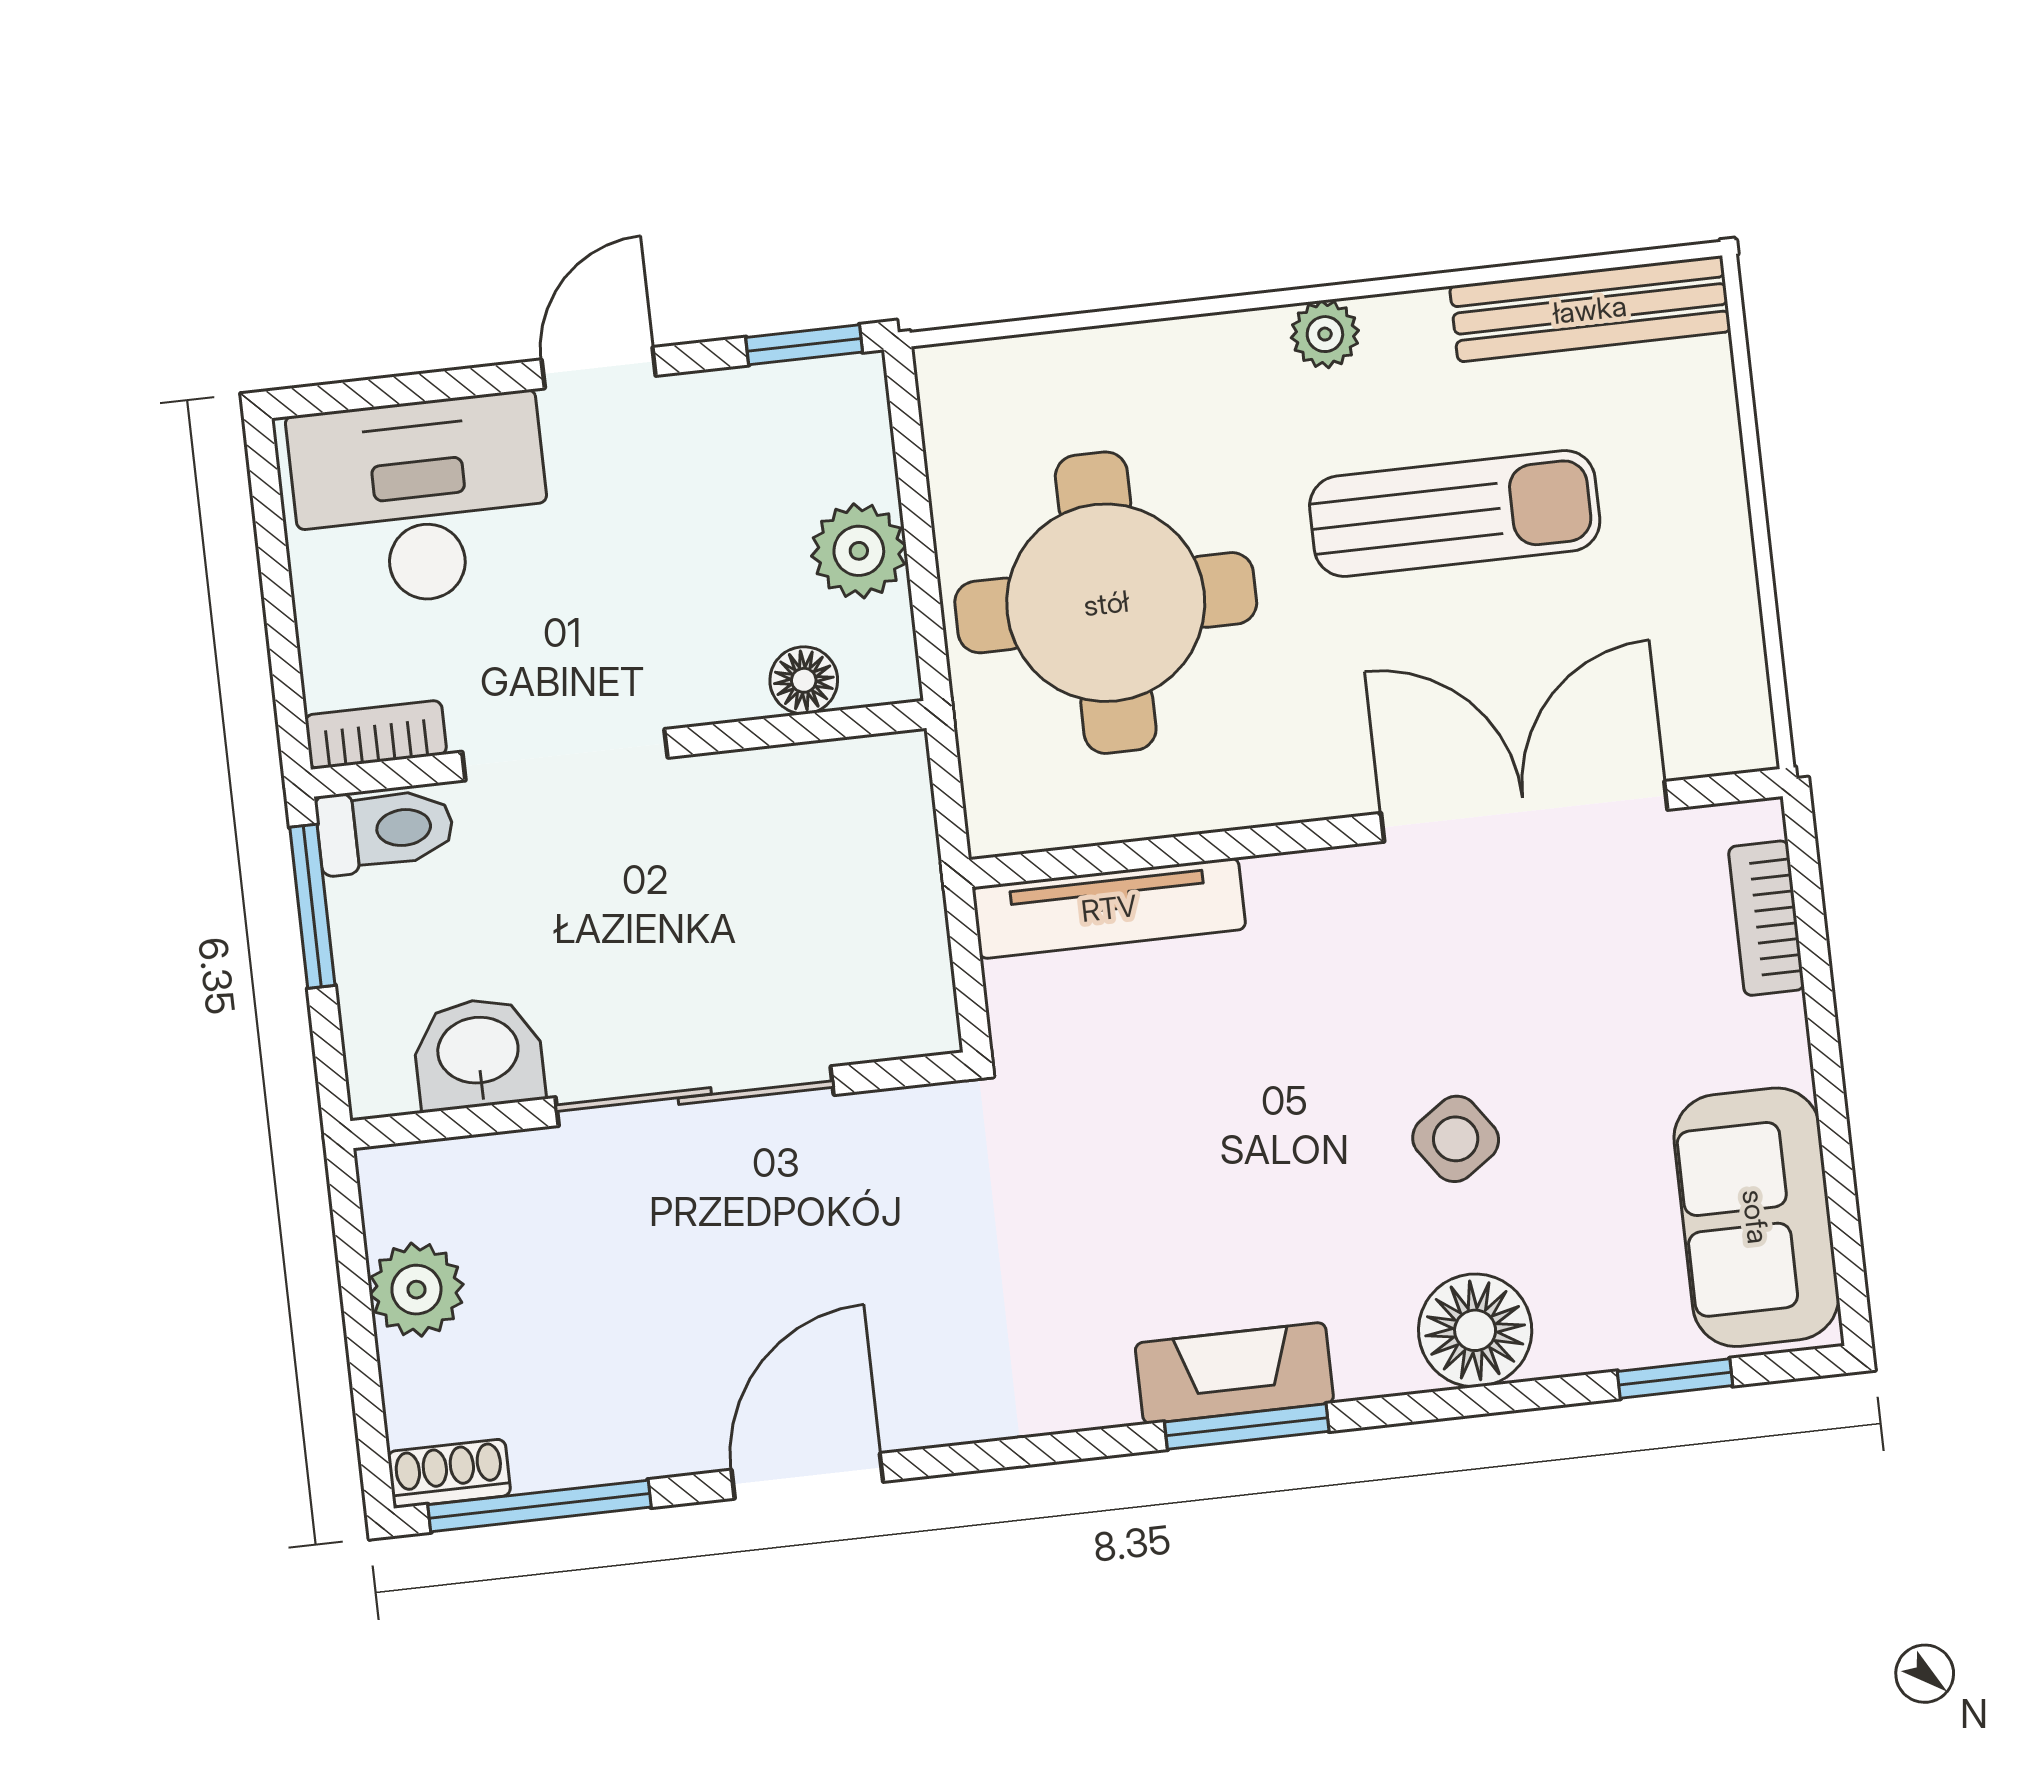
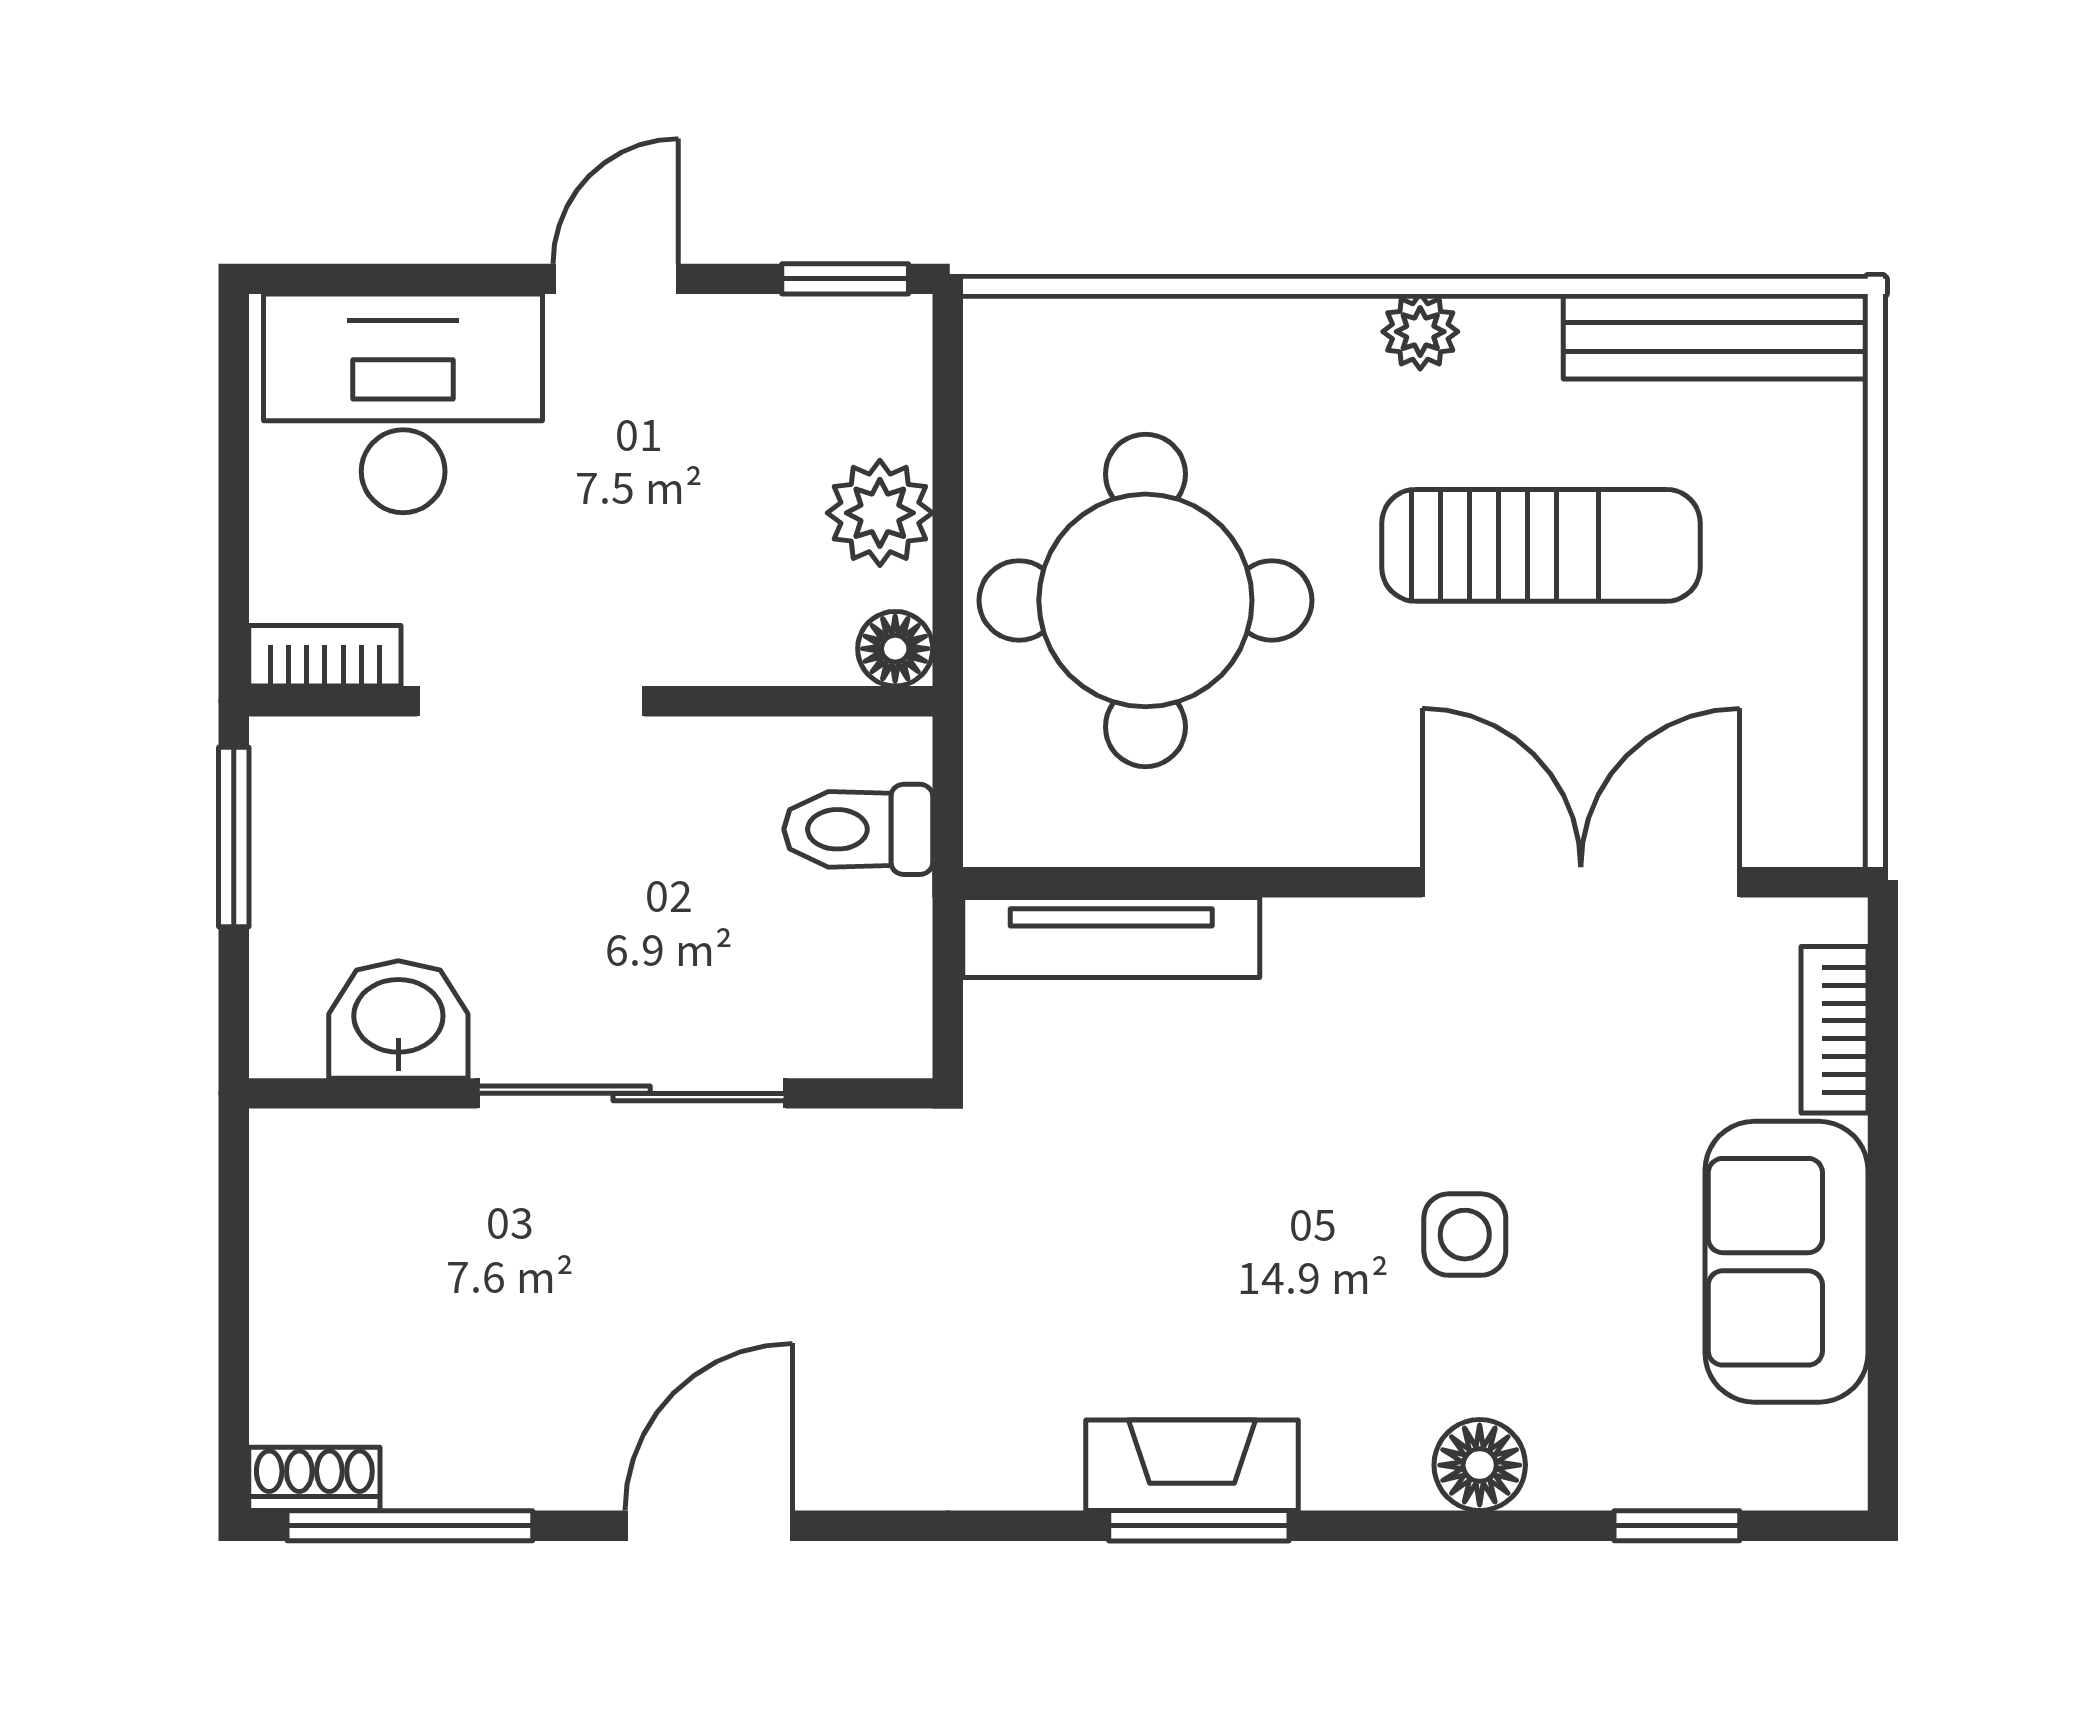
floor lamp: (804, 680) -> (895, 649), moved
toilet: (385, 830) -> (858, 829), moved, turned 180
side table: (1456, 1139) -> (1465, 1235), turned 35
sofa: (1756, 1217) -> (1787, 1262), moved
plant: (416, 1290) -> (301, 1272), removed
floor lamp: (1475, 1330) -> (1480, 1465), width x0.73, depth x0.73

